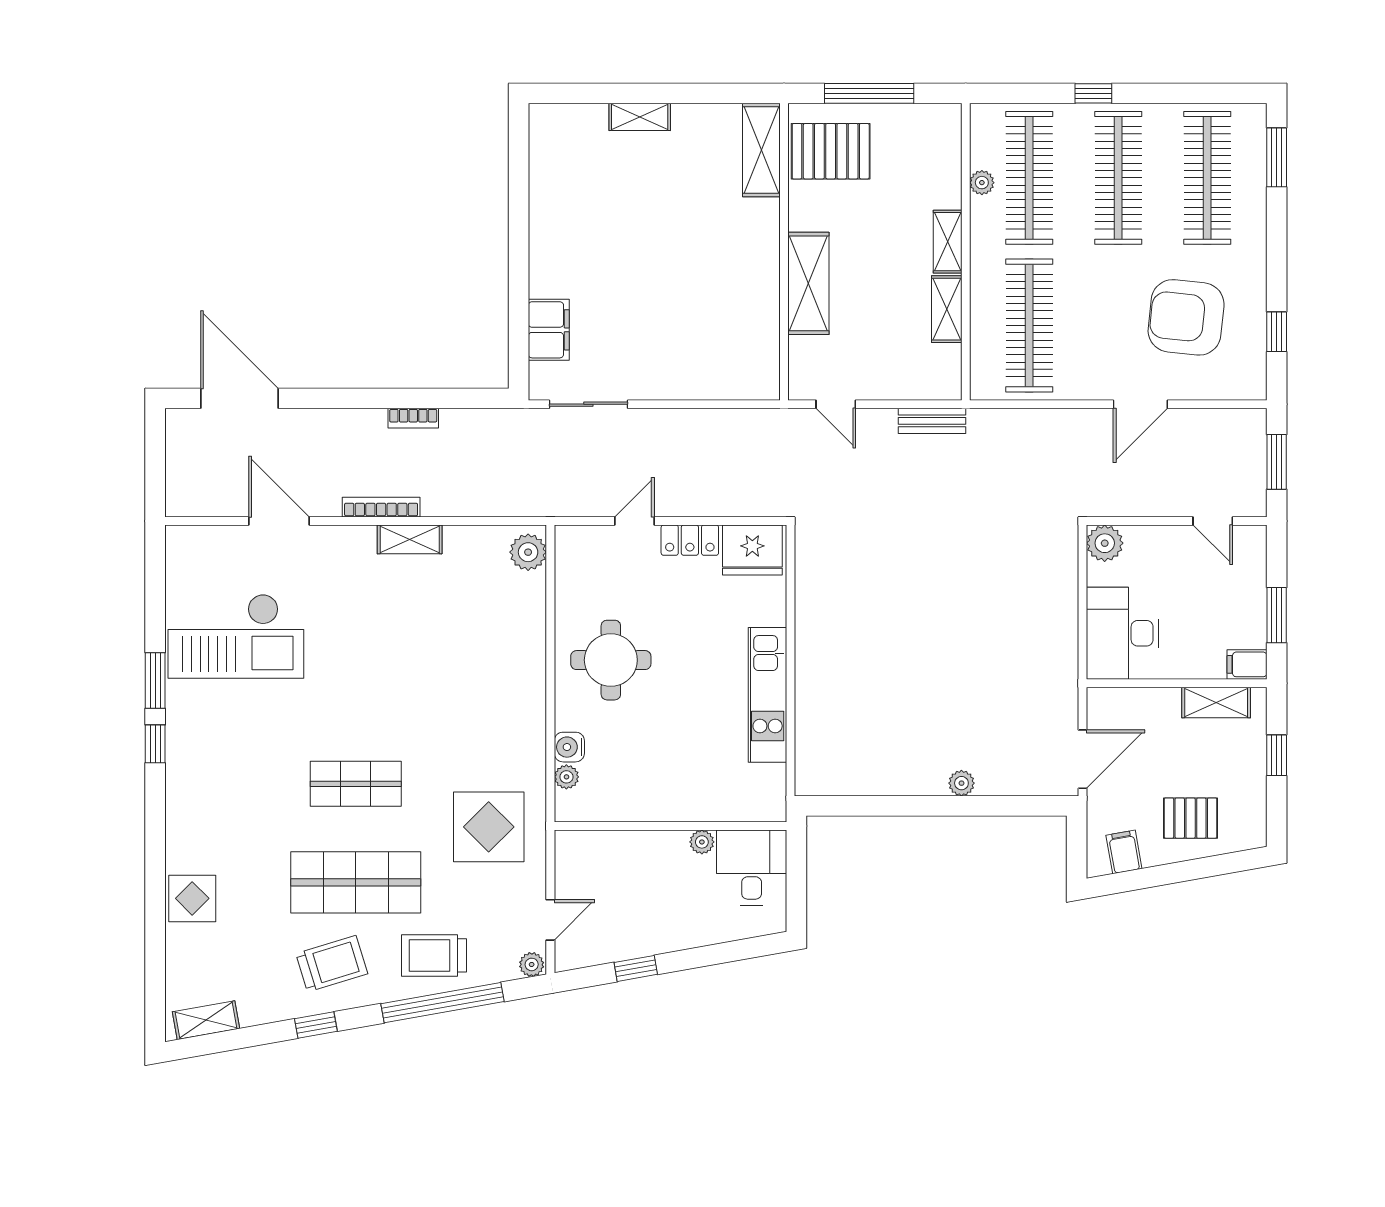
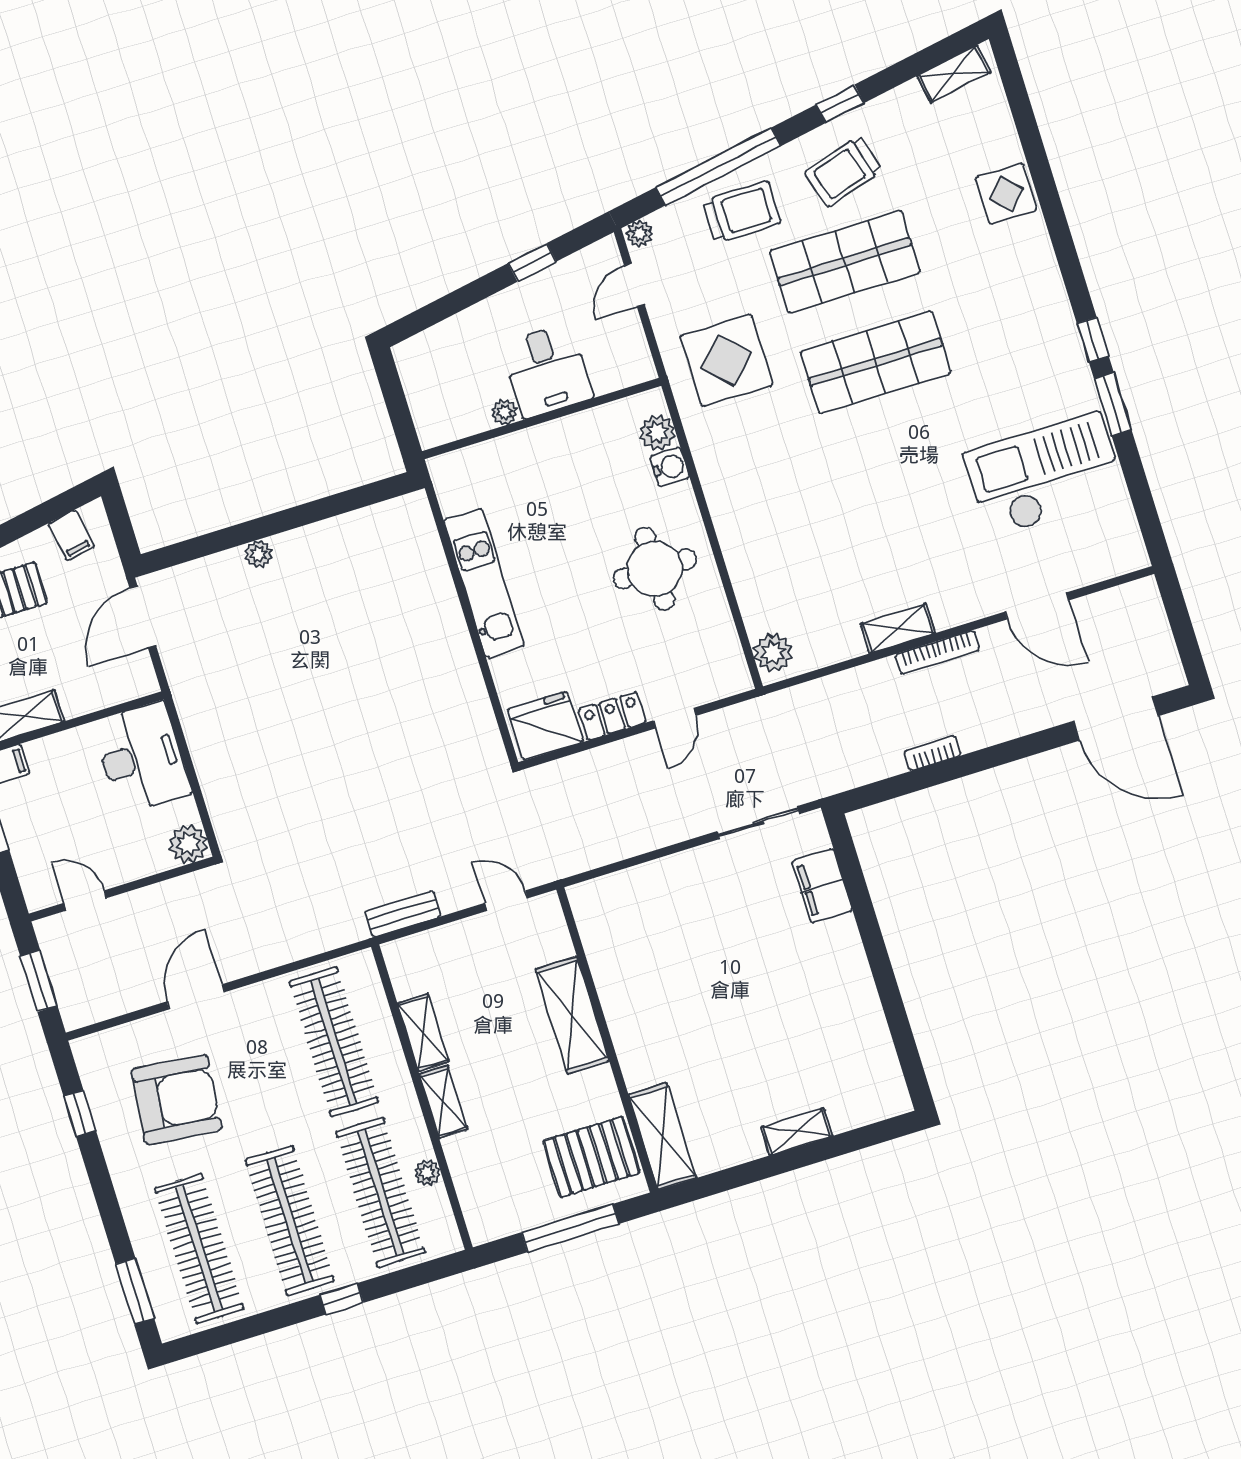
plant: (566, 777) -> (657, 433), width x1.38, depth x1.38
shop shelf: (356, 784) -> (876, 362), width x1.43, depth x1.36
desk: (752, 868) -> (547, 370), moved

